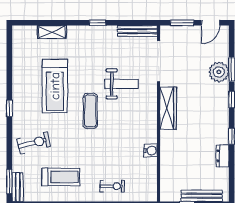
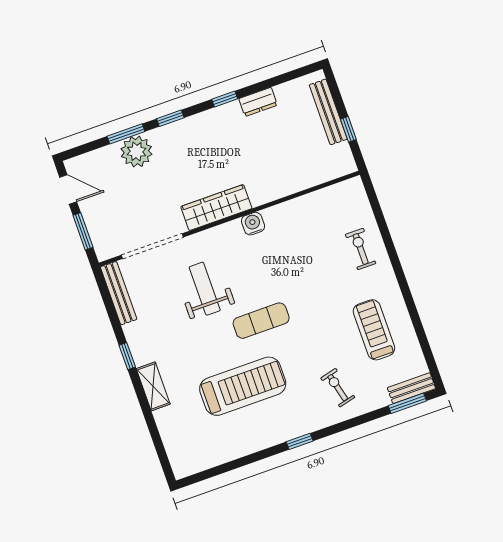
shelving: (52, 32) -> (153, 386), moved
exercise bike: (34, 143) -> (338, 388), width x0.73, depth x0.72
water cooler: (151, 150) -> (253, 224), moved

